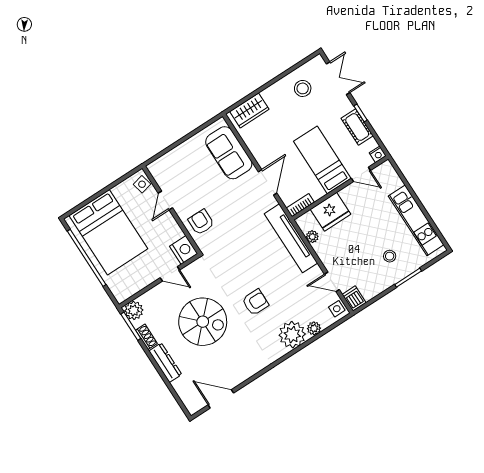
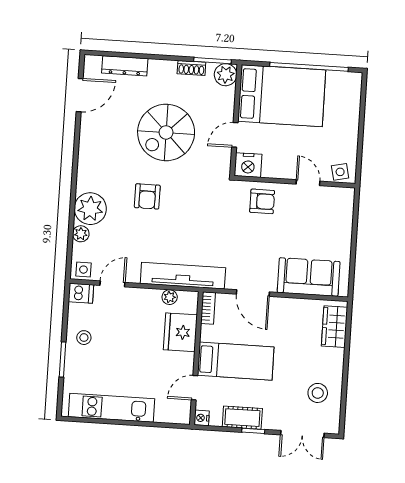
bed: (108, 232) -> (282, 96), moved, turned 180
stool: (390, 256) -> (84, 338), moved
dresser: (165, 363) -> (125, 66), moved

